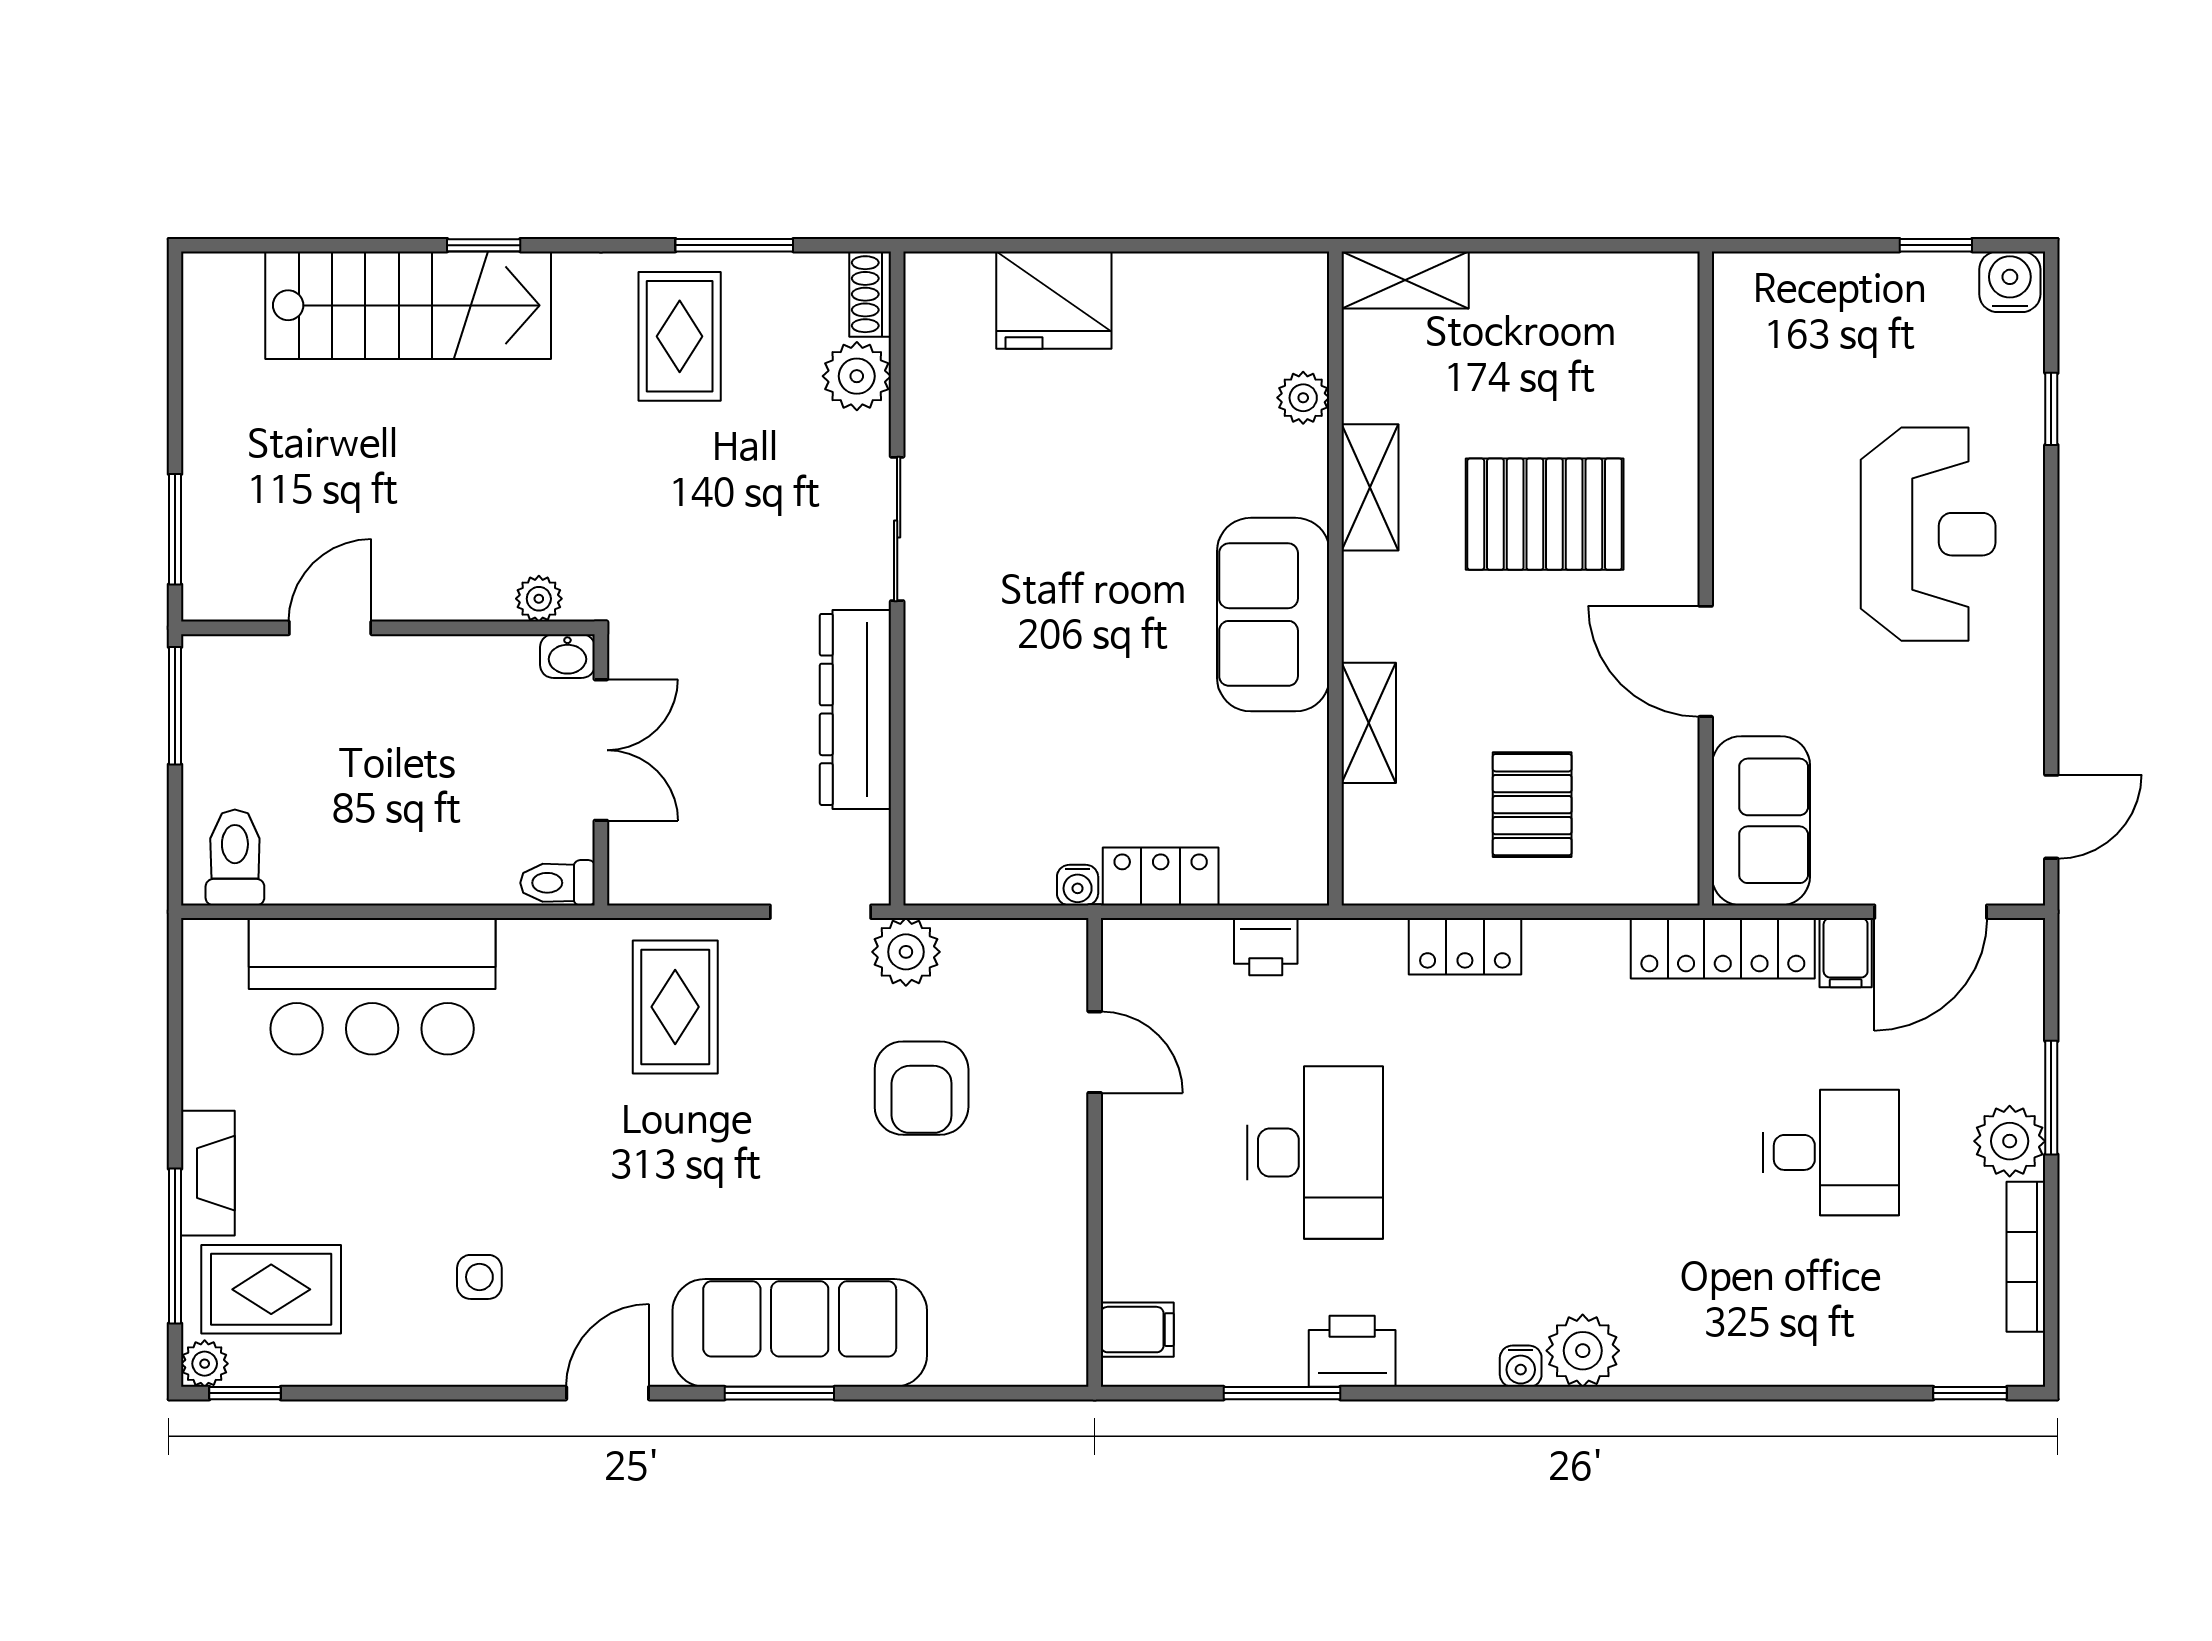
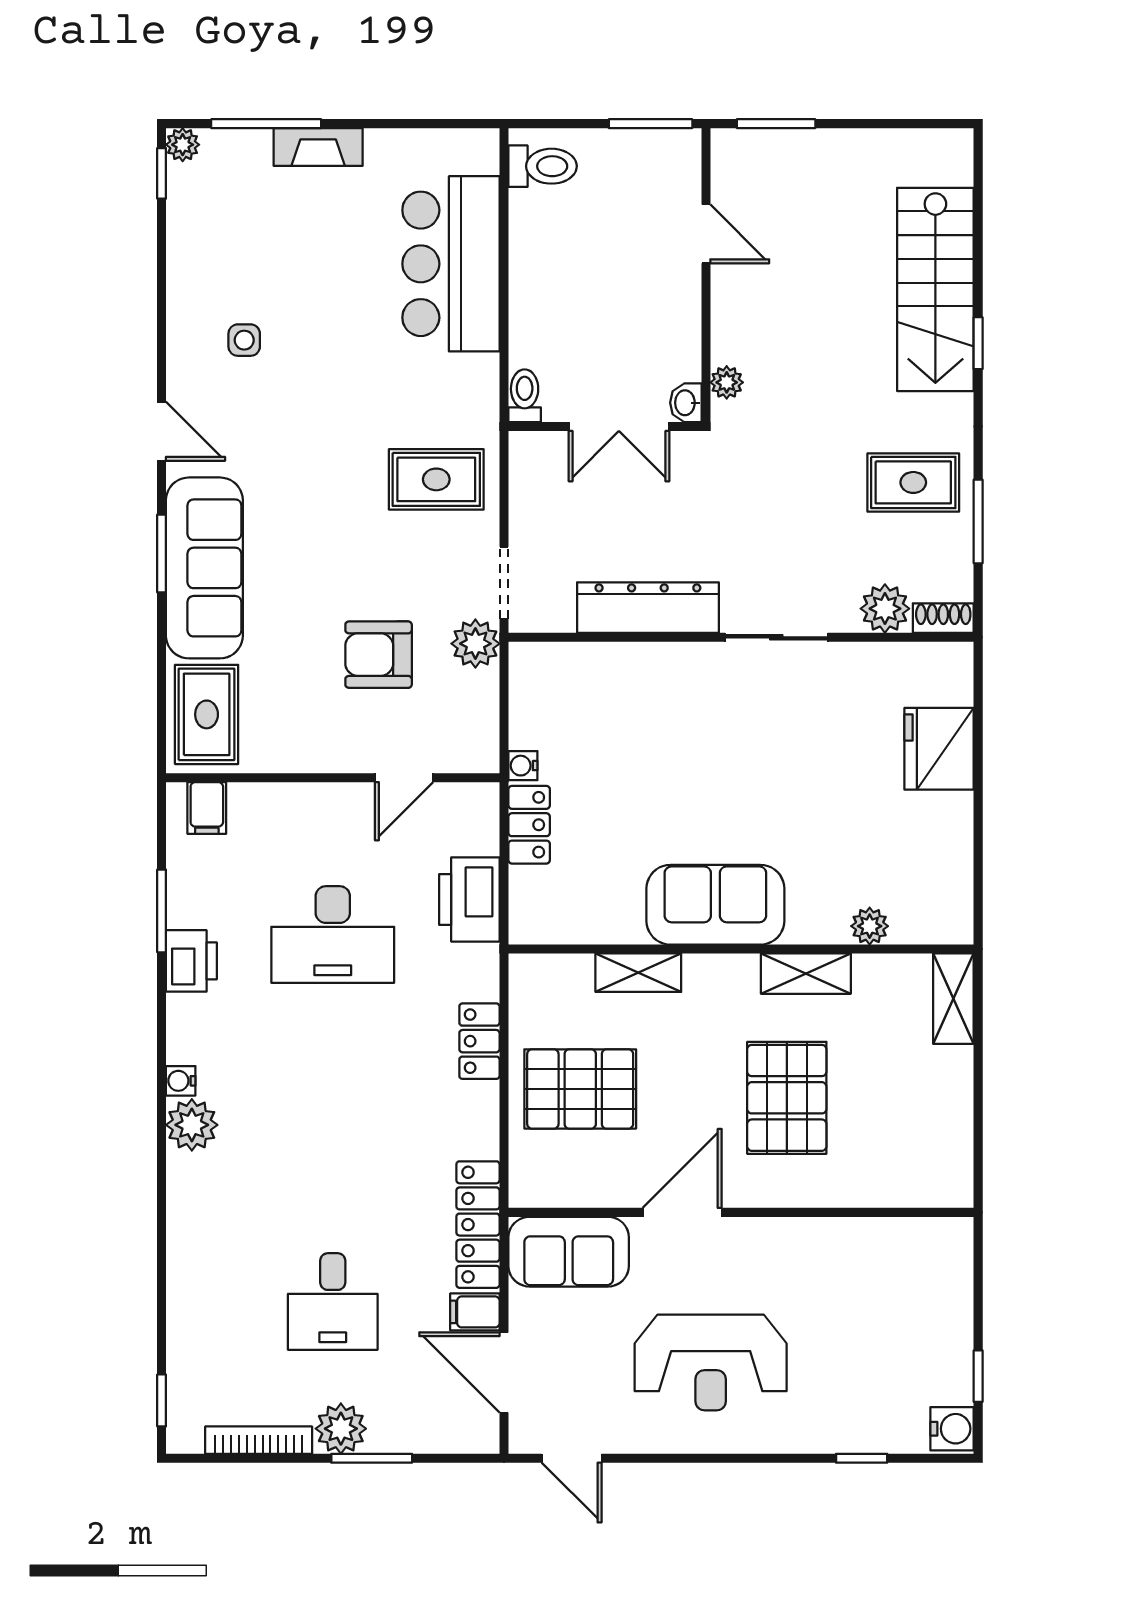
reception desk: (1928, 534) -> (711, 1363), moved
pallet: (1532, 805) -> (580, 1089), width x1.50, depth x1.42
printer: (1266, 947) -> (469, 899), width x1.87, depth x1.48
rug: (271, 1289) -> (207, 714), moved

